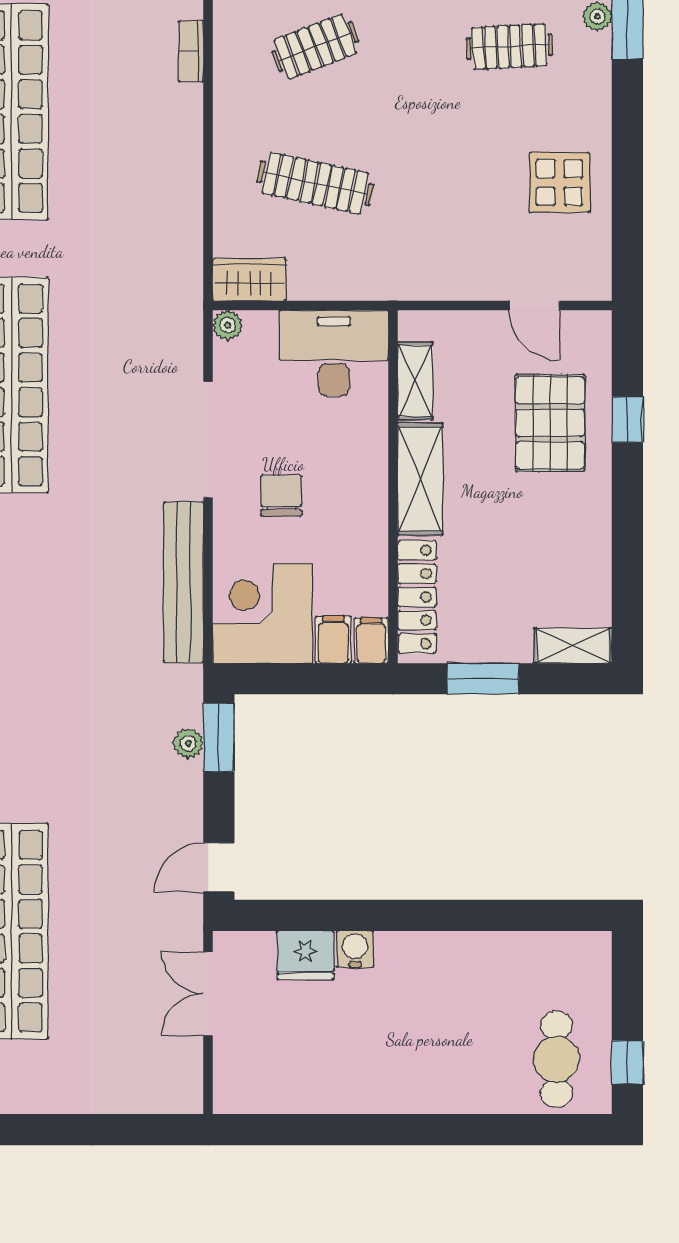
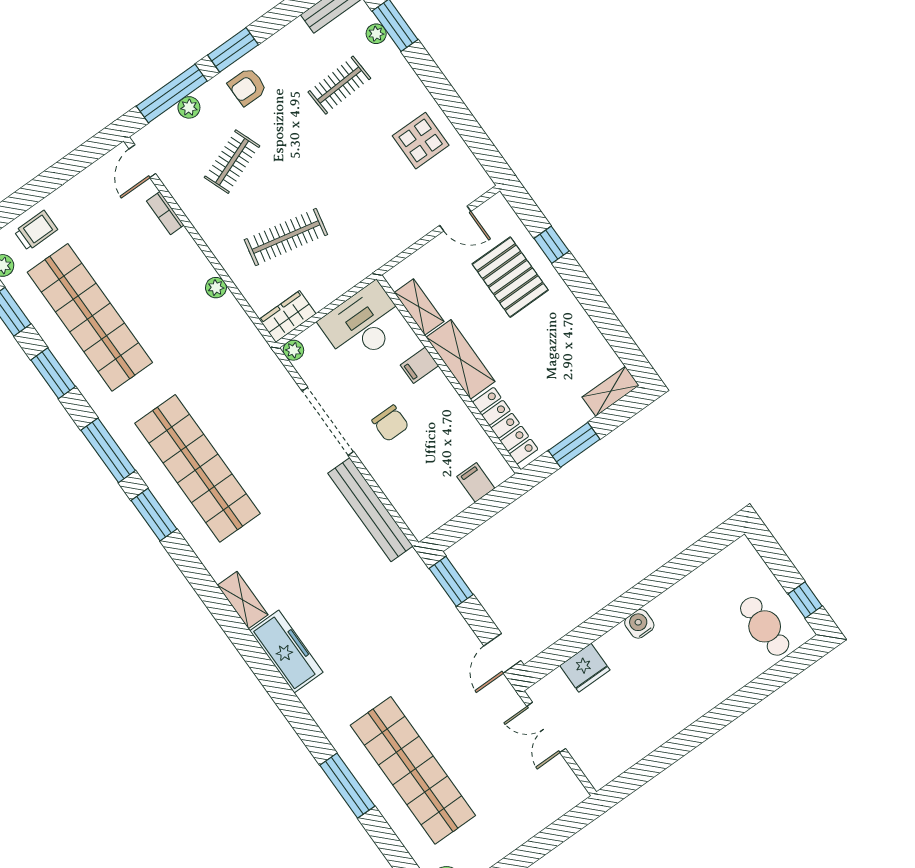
chair: (281, 496) -> (390, 423), turned 180
corner desk: (263, 613) -> (426, 496), removed
filing cabinet: (371, 641) -> (419, 365), moved, turned -90
plant: (188, 743) -> (216, 288), moved
water cooler: (355, 949) -> (639, 624), moved

